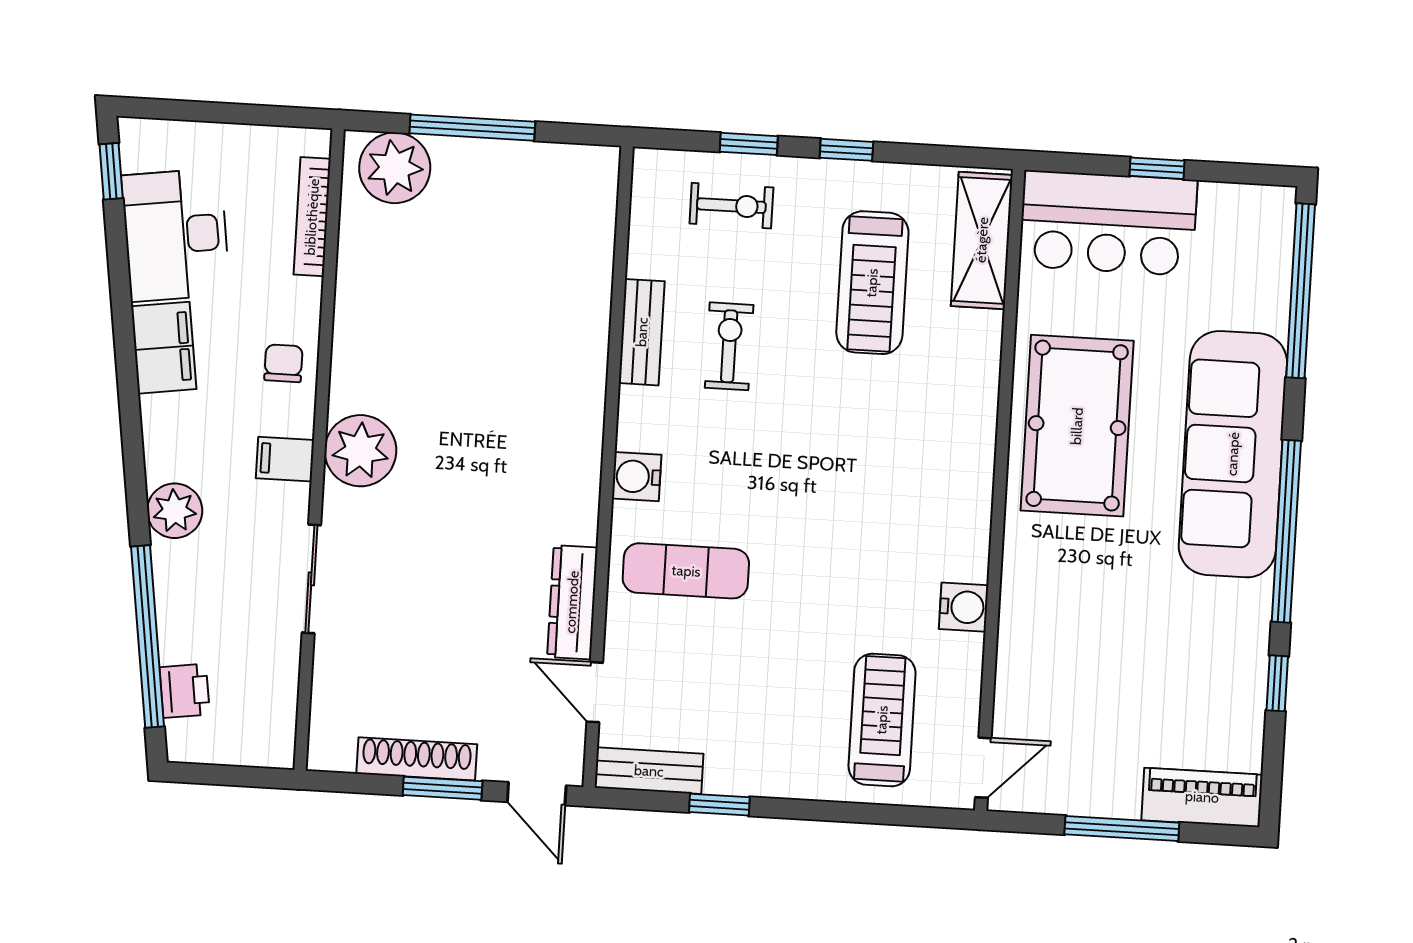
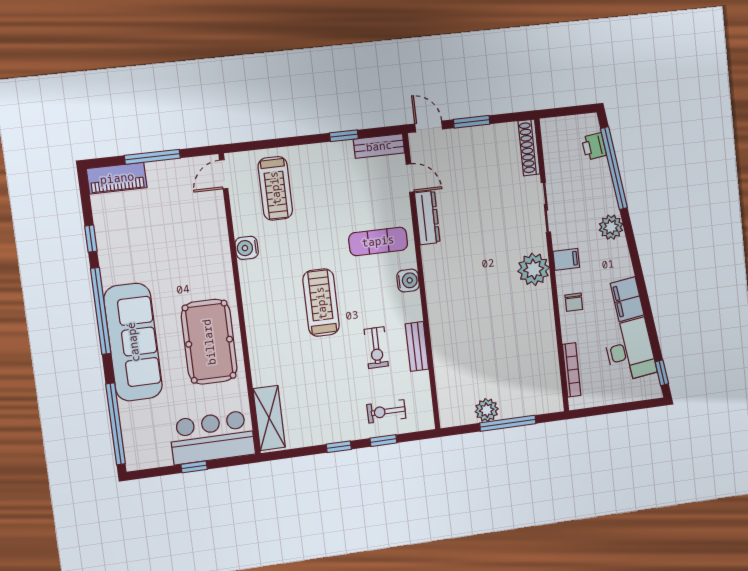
plant: (395, 168) -> (487, 410), moved, width x0.73, depth x0.73
treadmill: (872, 283) -> (321, 303), moved
shoe rack: (417, 759) -> (529, 148), moved, turned 90

